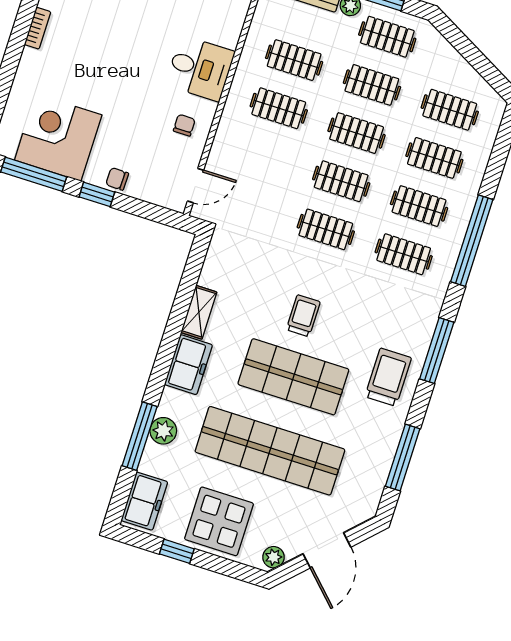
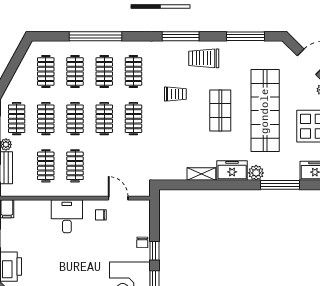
door: (196, 186) -> (118, 198), moved
window: (472, 241) -> (96, 36), moved
trolley: (303, 316) -> (175, 94), moved, turned 180
shop shelf: (293, 377) -> (220, 111), width x0.70, depth x0.74
plant: (163, 431) -> (256, 173), moved

